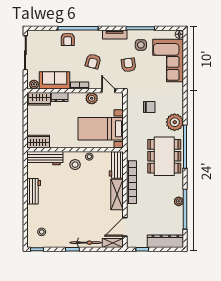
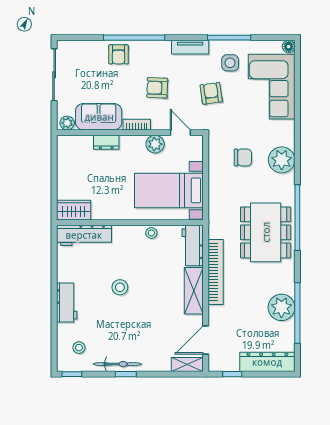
armchair: (93, 61) -> (157, 88), turned 77
wardrobe: (39, 99) -> (75, 145), removed
plant: (175, 122) -> (282, 160), moved
stool: (75, 165) -> (120, 287), moved
workbench: (34, 191) -> (67, 302), moved
plant: (179, 201) -> (281, 307), width x1.87, depth x1.87
bicycle: (86, 243) -> (117, 364), moved

